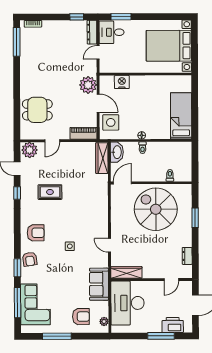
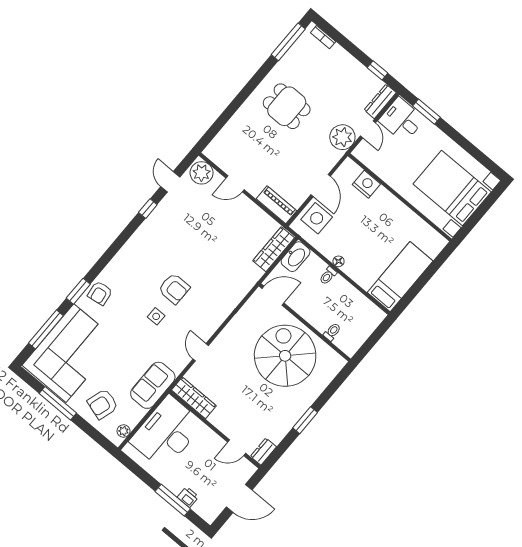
door: (98, 52) -> (368, 129), swing flipped
plant: (88, 85) -> (342, 137), moved
dining table: (37, 110) -> (287, 106), moved
rug: (50, 192) -> (185, 238), removed
window: (195, 218) -> (305, 420), moved
armchair: (36, 233) -> (174, 289), moved
dresser: (187, 256) -> (263, 452), moved
corner sofa: (35, 304) -> (70, 353), width x1.36, depth x1.36
armchair: (81, 317) -> (103, 404), turned 107
printer: (173, 325) -> (188, 497), width x0.53, depth x0.68

